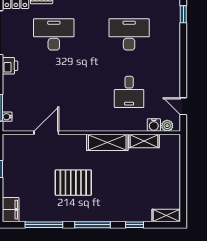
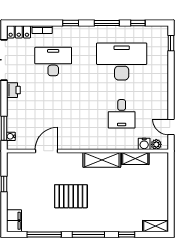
desk: (129, 34) -> (122, 62), width x1.36, depth x1.30

